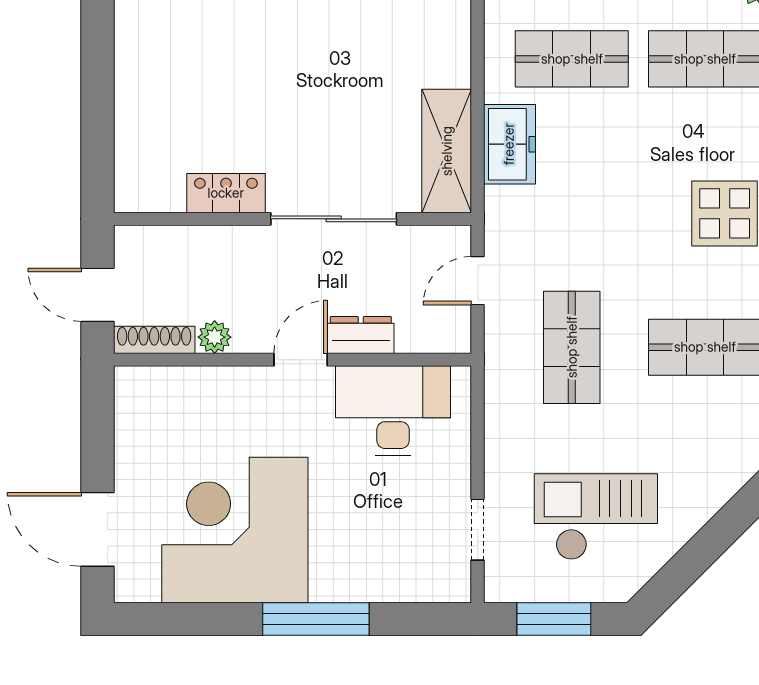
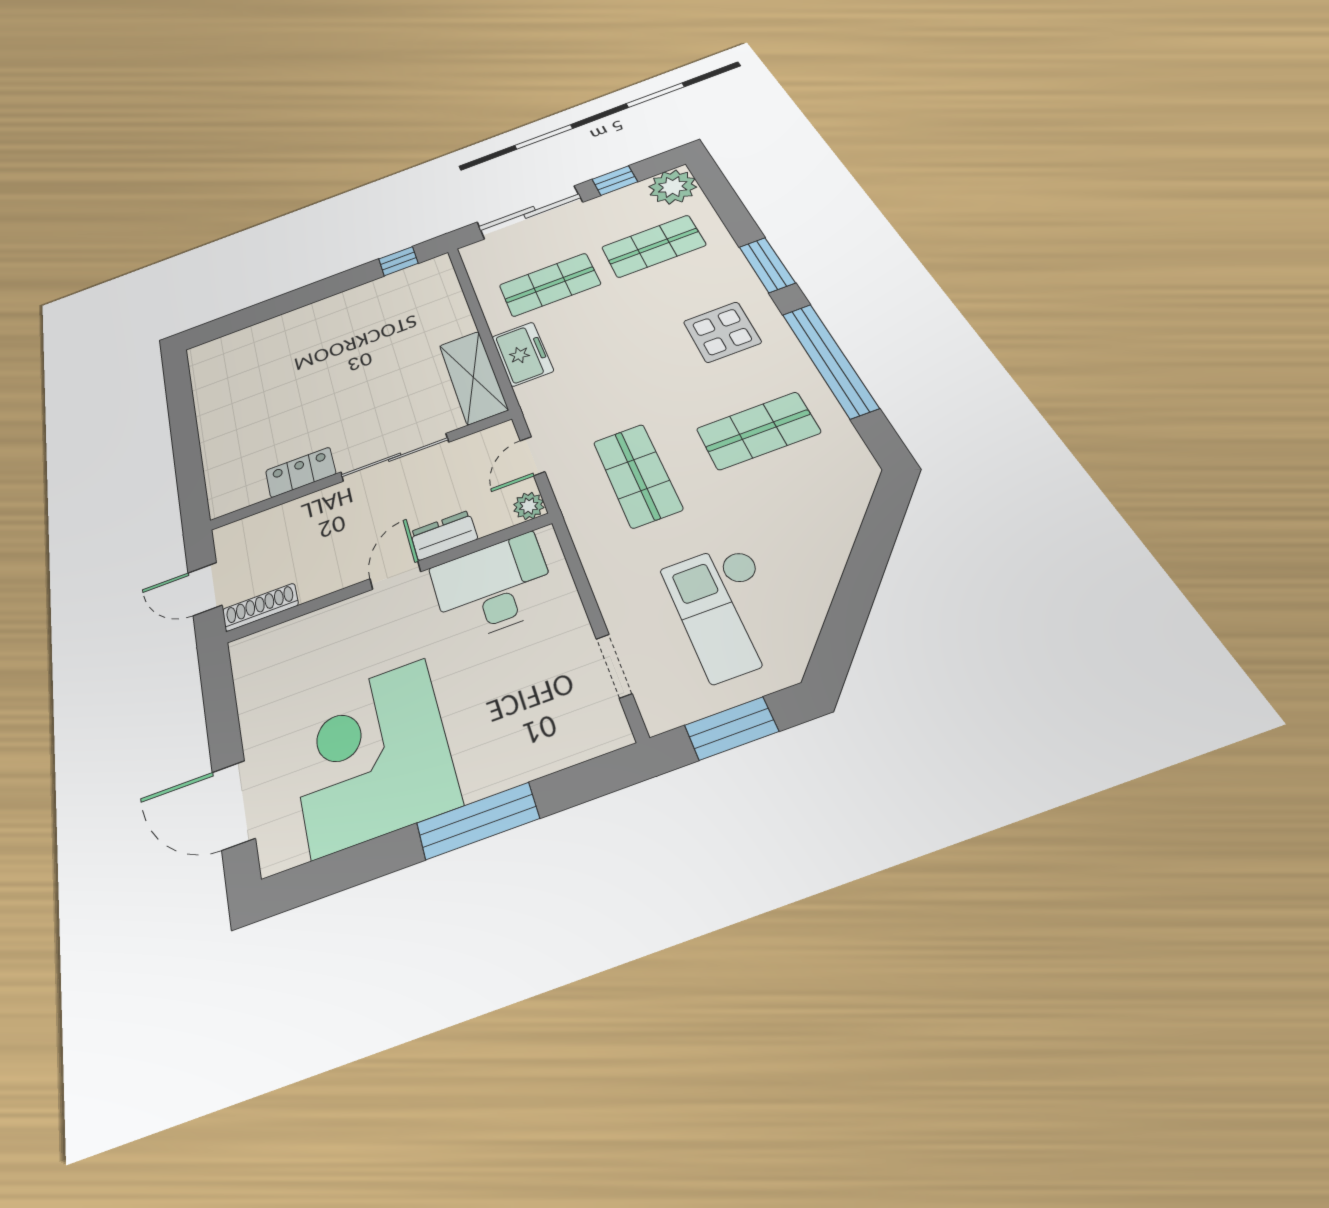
plant: (215, 337) -> (529, 506), moved
checkout: (596, 517) -> (728, 610), turned -90

